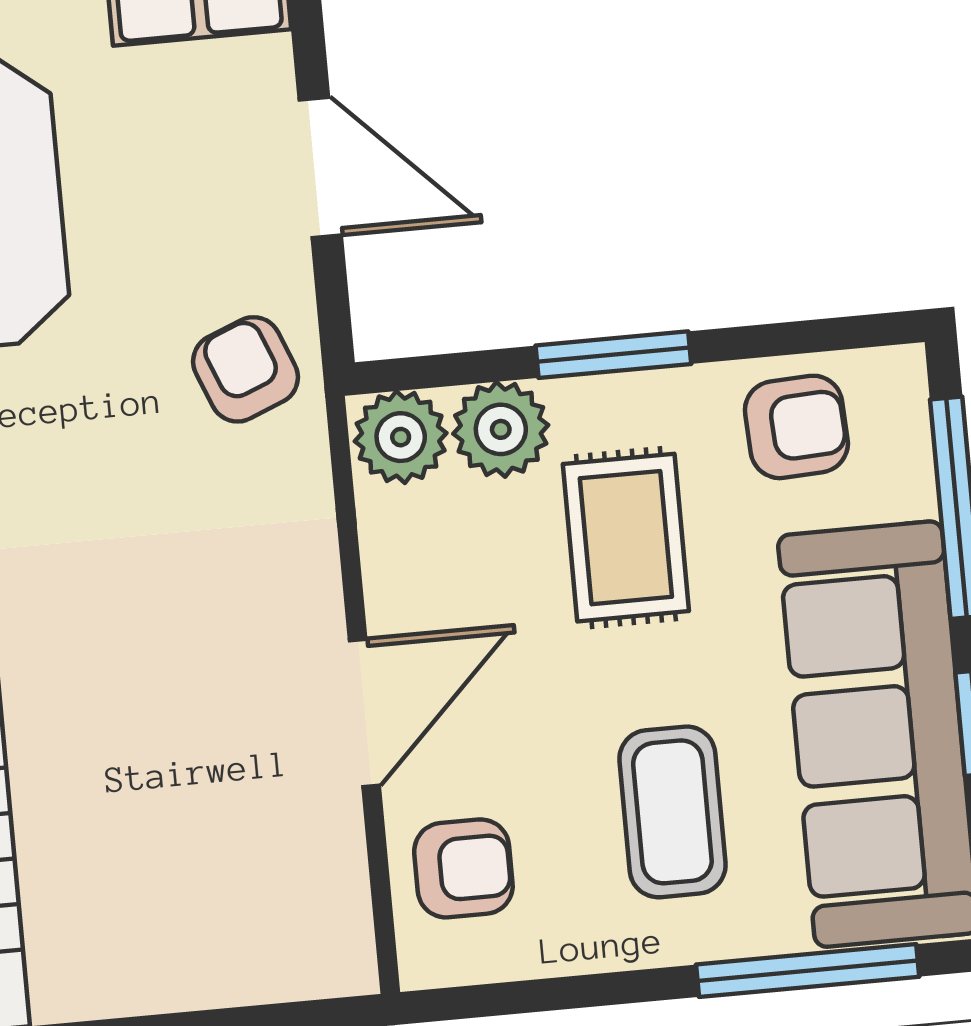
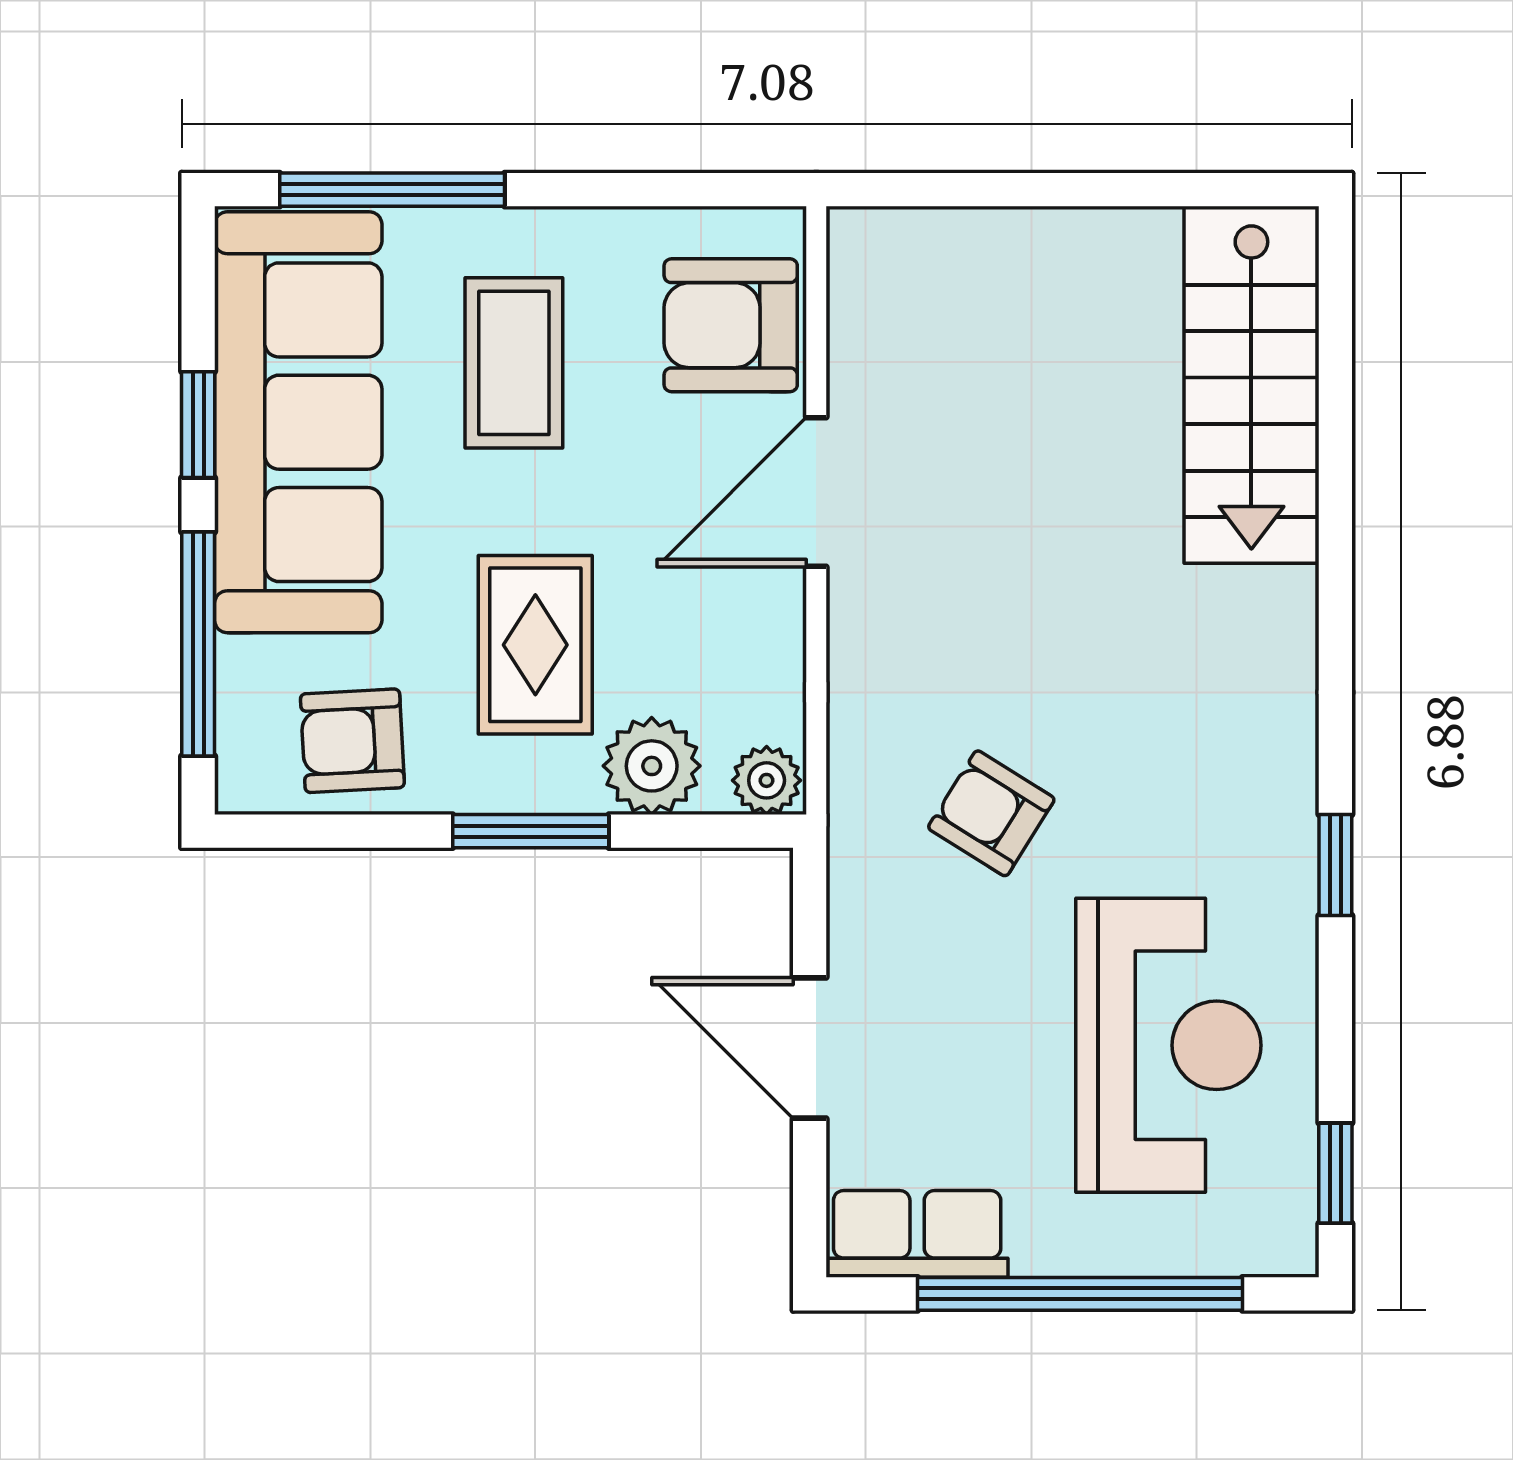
armchair: (246, 369) -> (991, 813), moved, turned 144
plant: (401, 437) -> (767, 780), width x0.73, depth x0.73
armchair: (463, 868) -> (731, 325), width x1.38, depth x1.38

